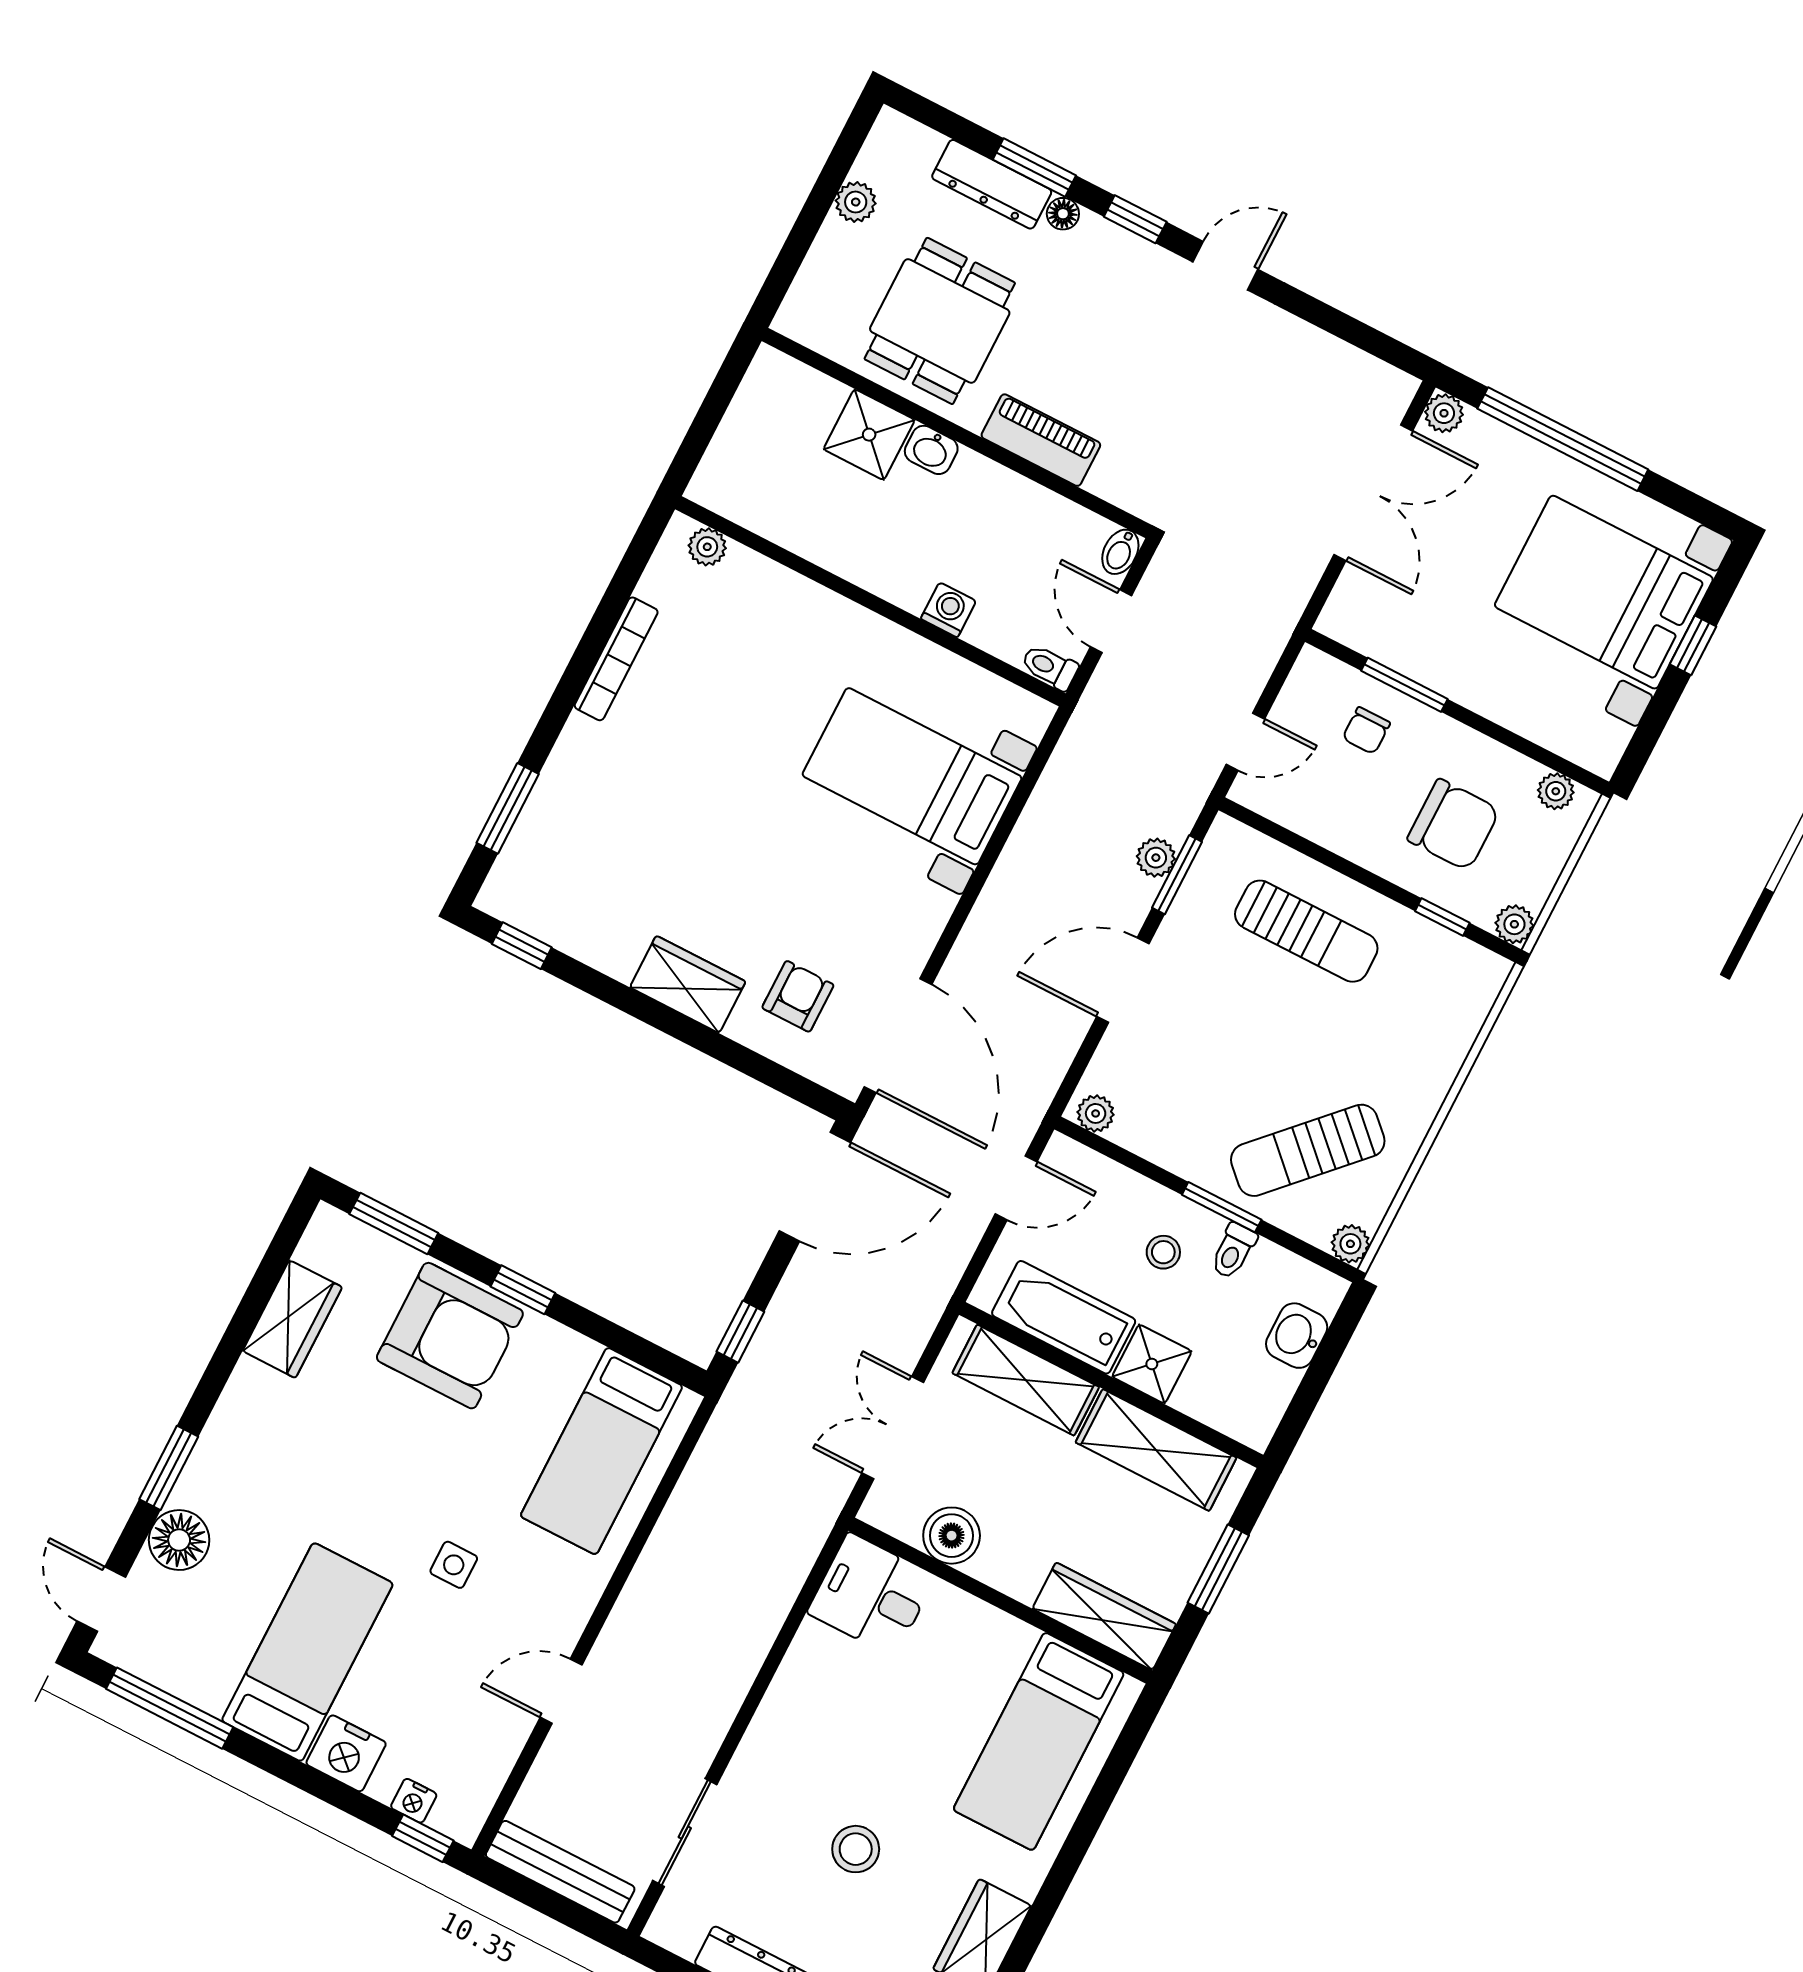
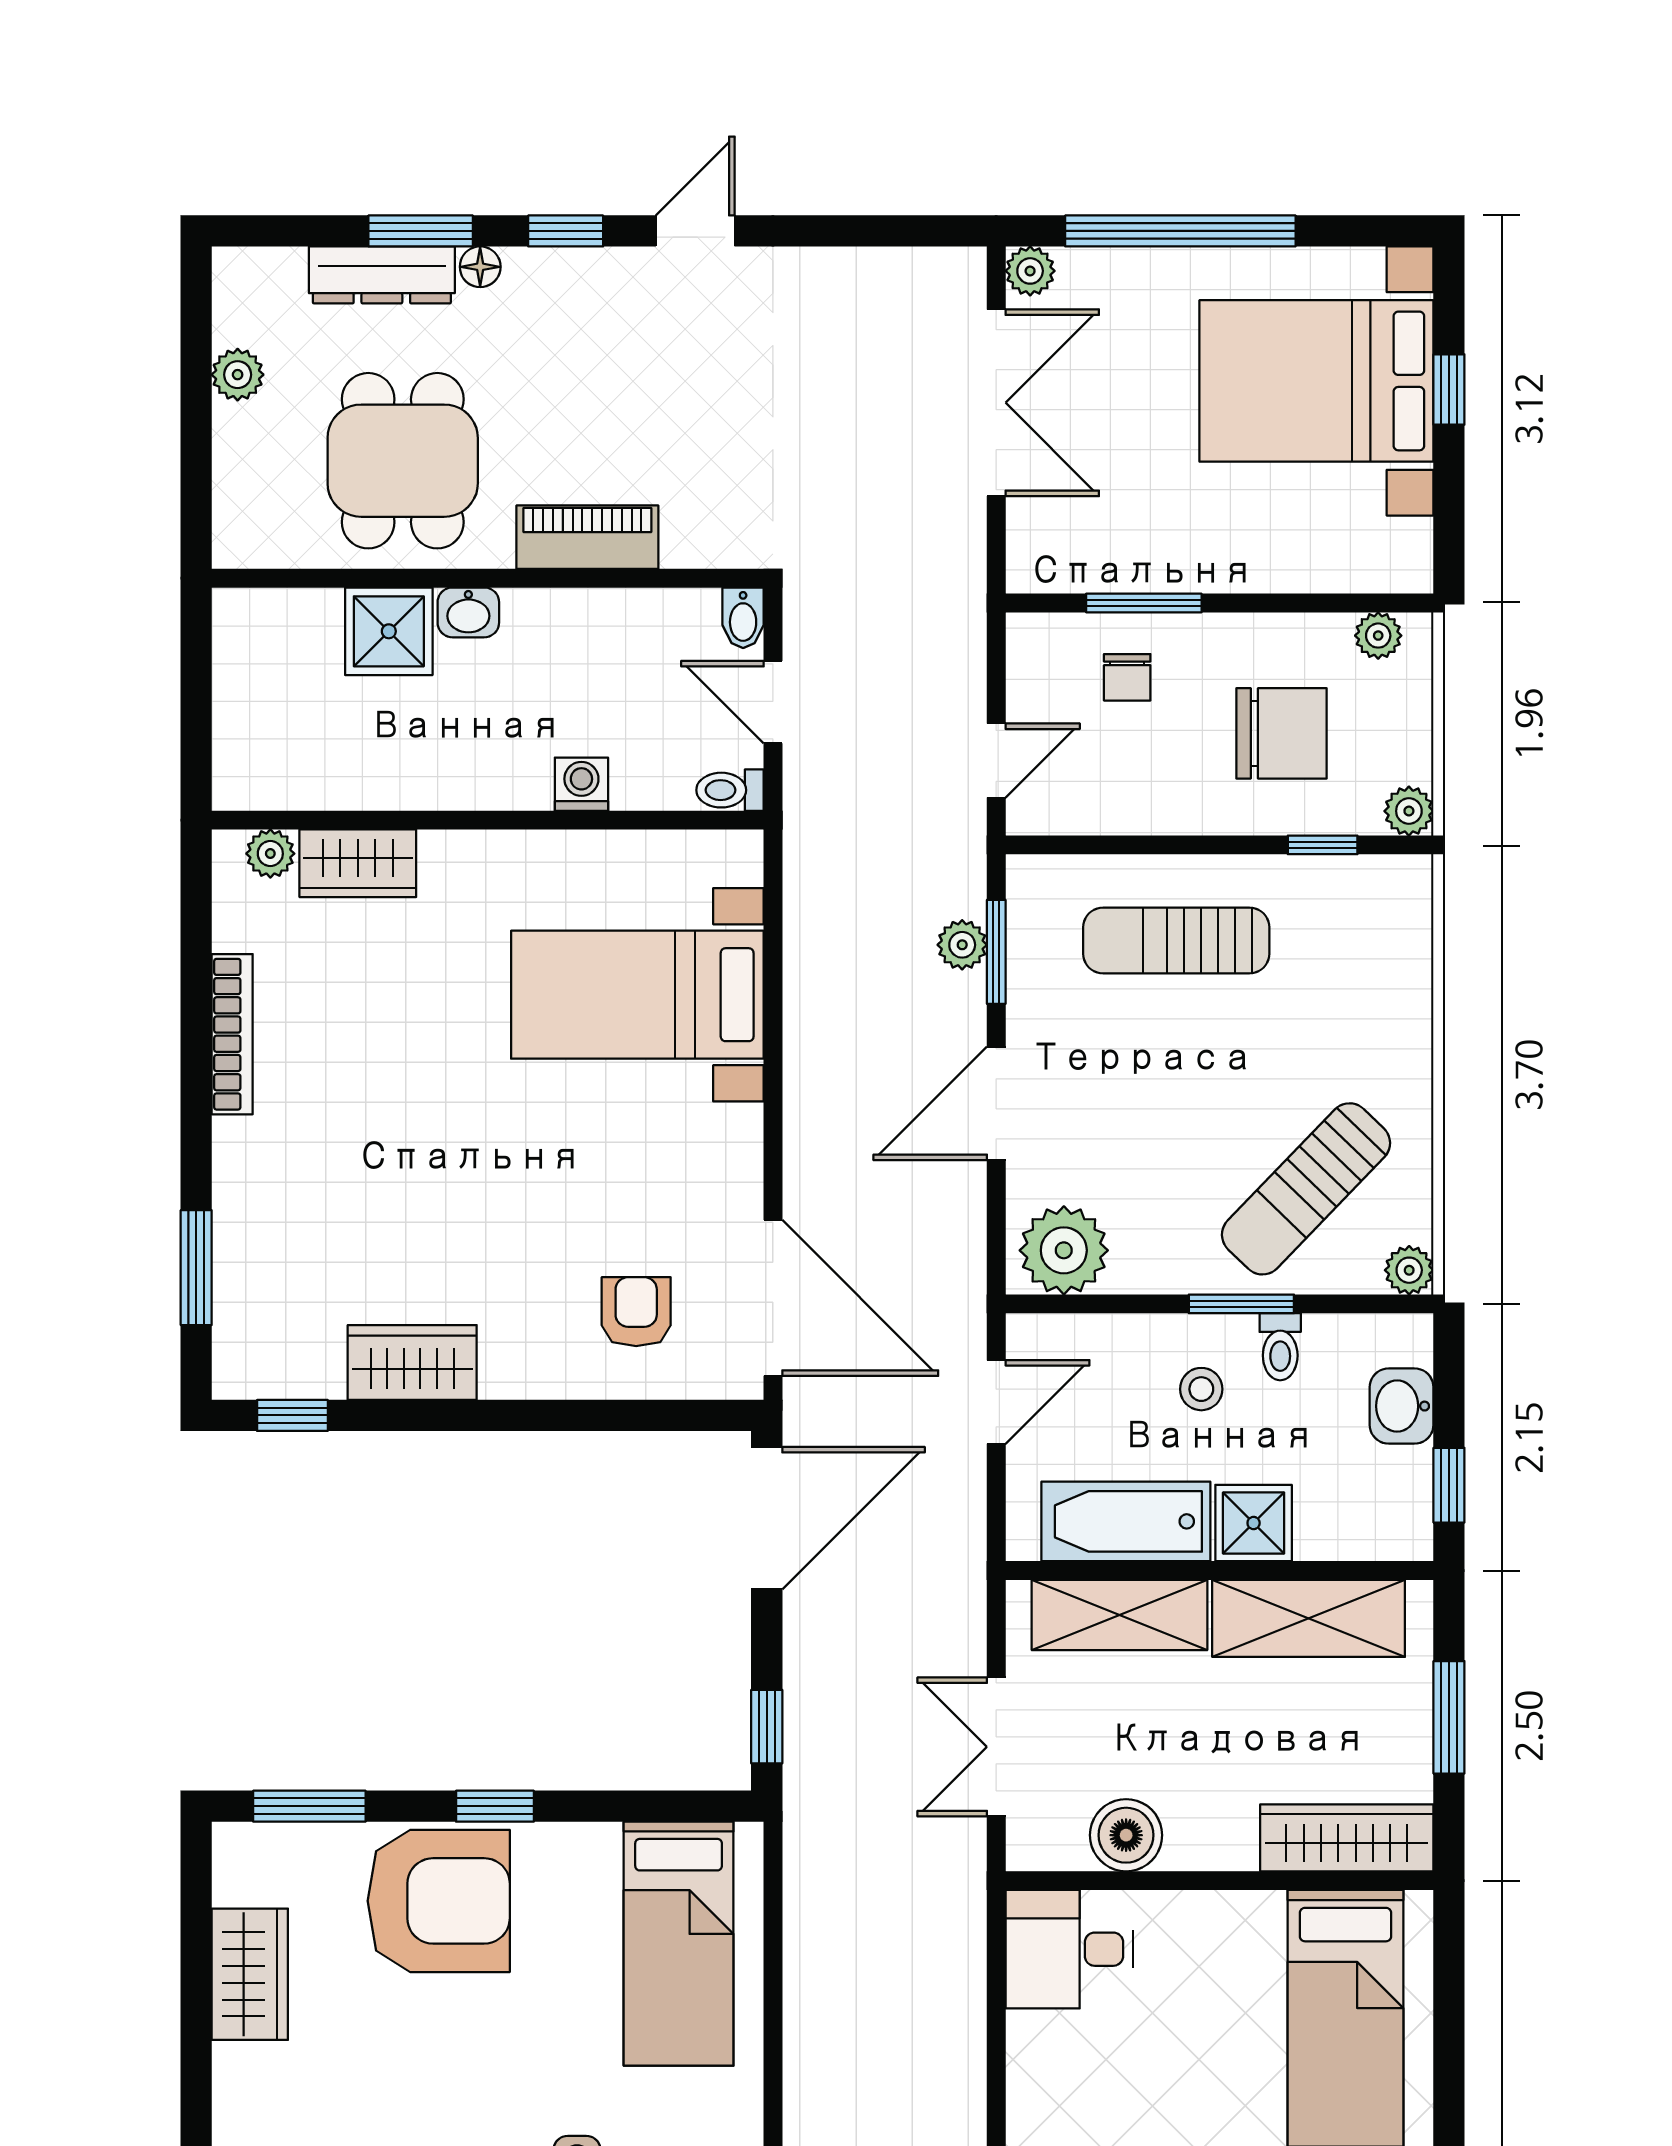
wardrobe: (765, 585) -> (358, 863), added
sun lounger: (1306, 931) -> (1176, 940), turned 180
wardrobe: (688, 984) -> (412, 1363), moved
plant: (1096, 1113) -> (1064, 1250), width x1.87, depth x1.87
window: (1301, 1408) -> (1449, 1485), added

